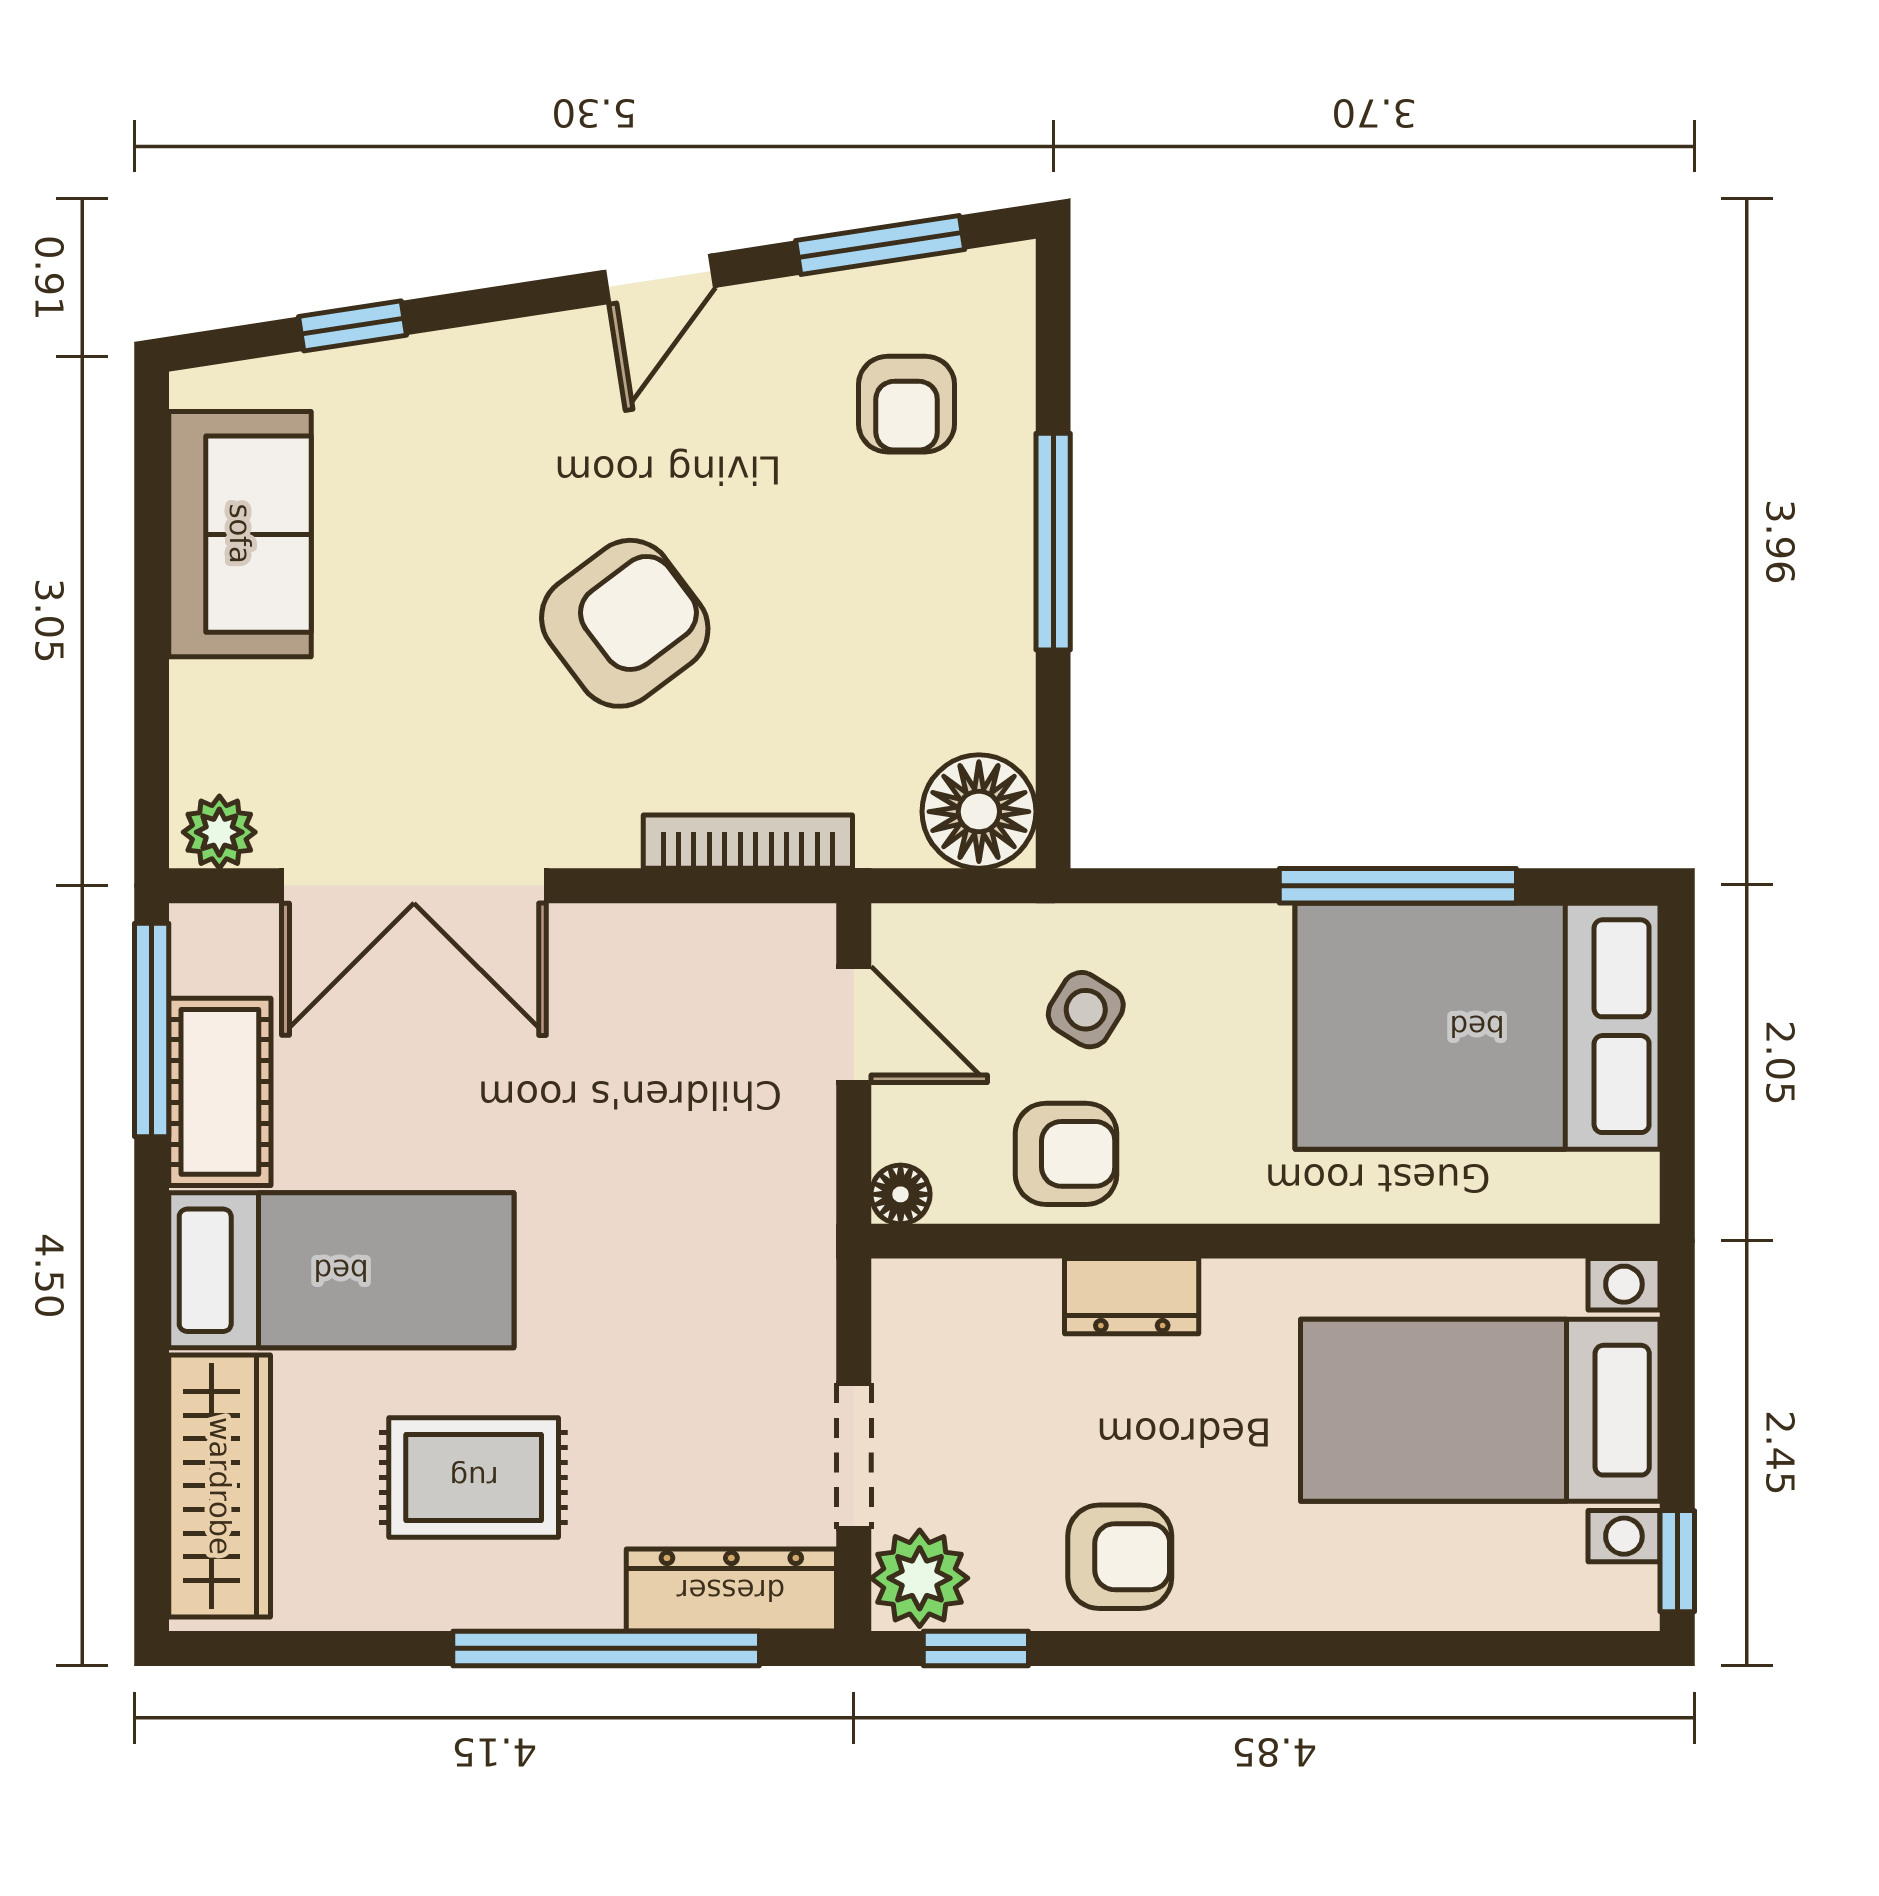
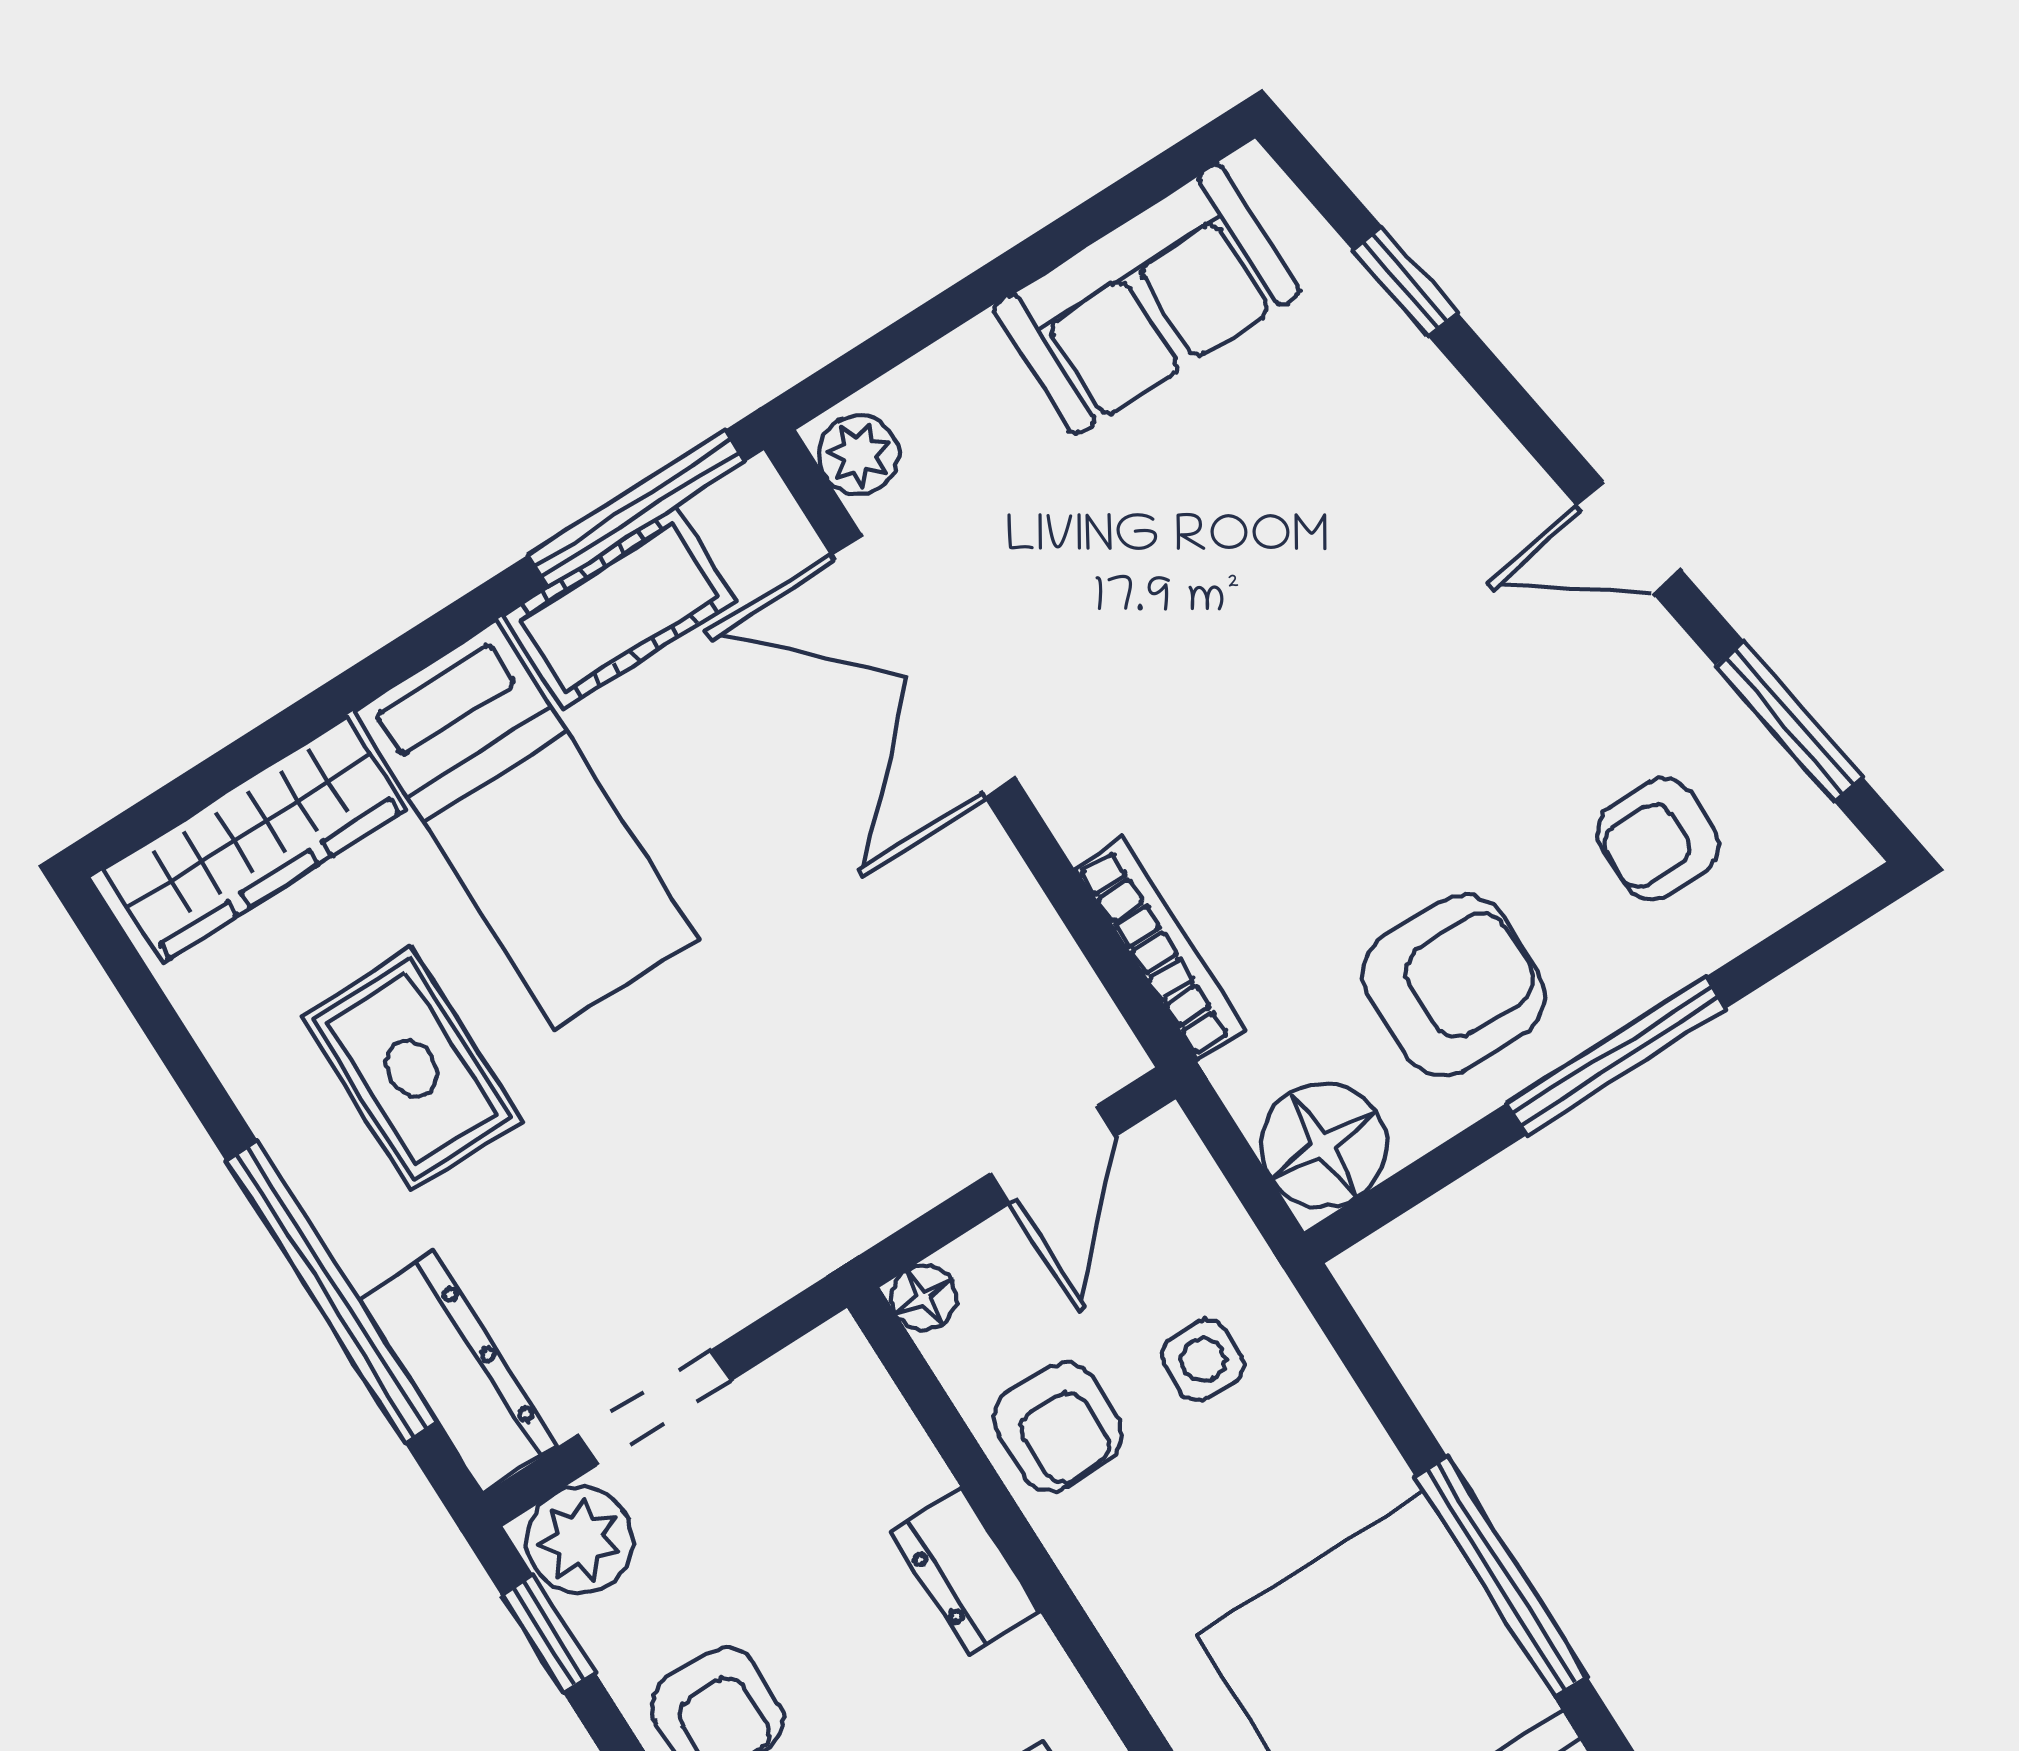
armchair: (625, 623) -> (1454, 985), moved, turned -53
side table: (1086, 1010) -> (1203, 1360), turned -32

